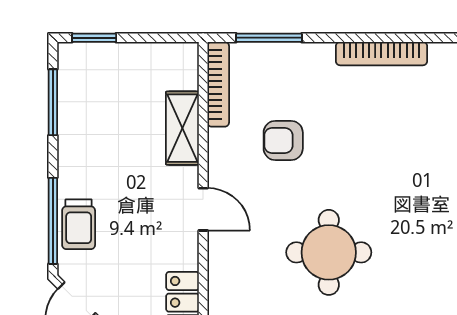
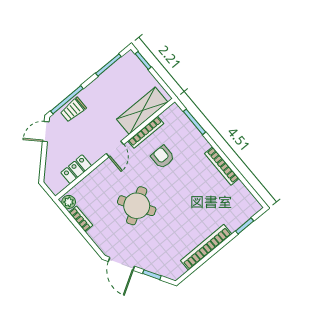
bookcase: (218, 84) -> (146, 132), moved
shelving: (182, 128) -> (142, 111), width x1.50, depth x1.33
round table: (329, 252) -> (137, 206), turned -31

